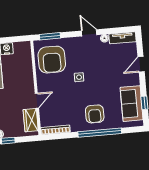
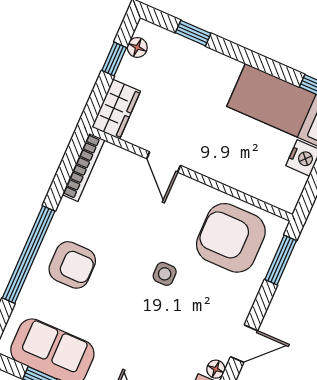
armchair: (95, 114) -> (72, 265), turned 180
wardrobe: (31, 120) -> (116, 109), moved, turned 90

